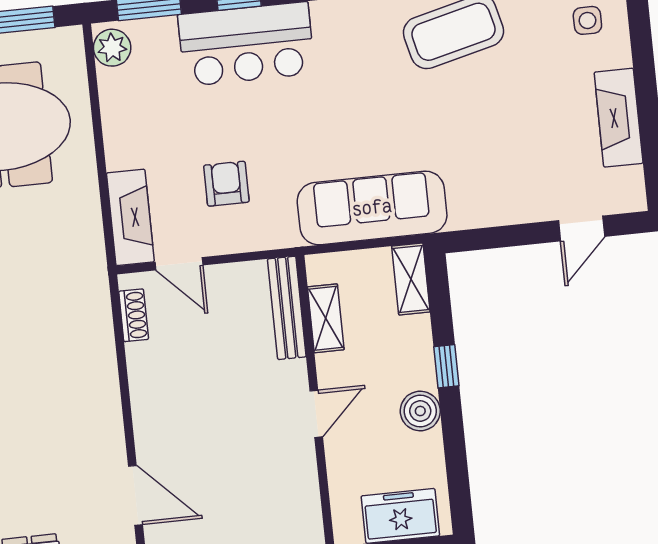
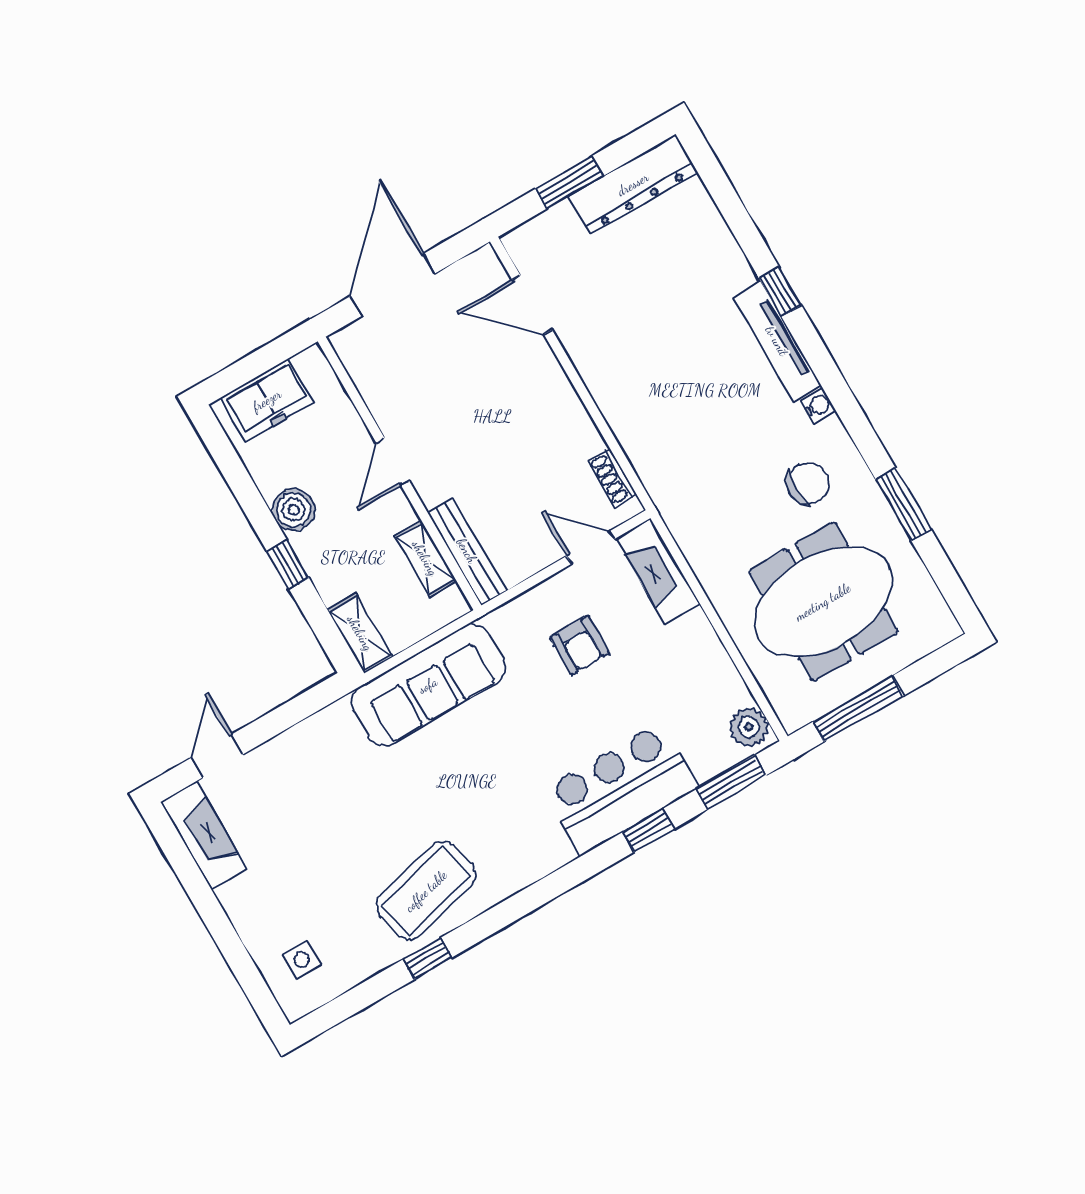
fireplace: (619, 118) -> (204, 835), moved

